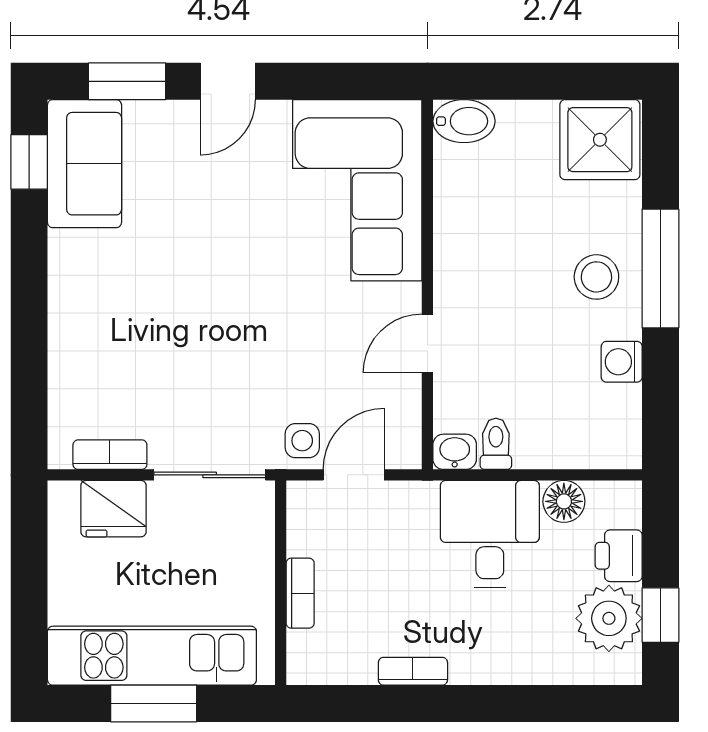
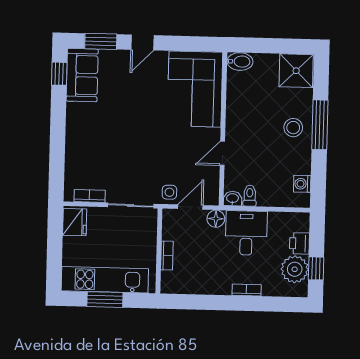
washing machine: (622, 362) -> (302, 184), moved
floor lamp: (564, 501) -> (216, 219), moved
fridge: (114, 509) -> (75, 222), moved, turned -90
bookcase: (413, 671) -> (247, 290), moved

